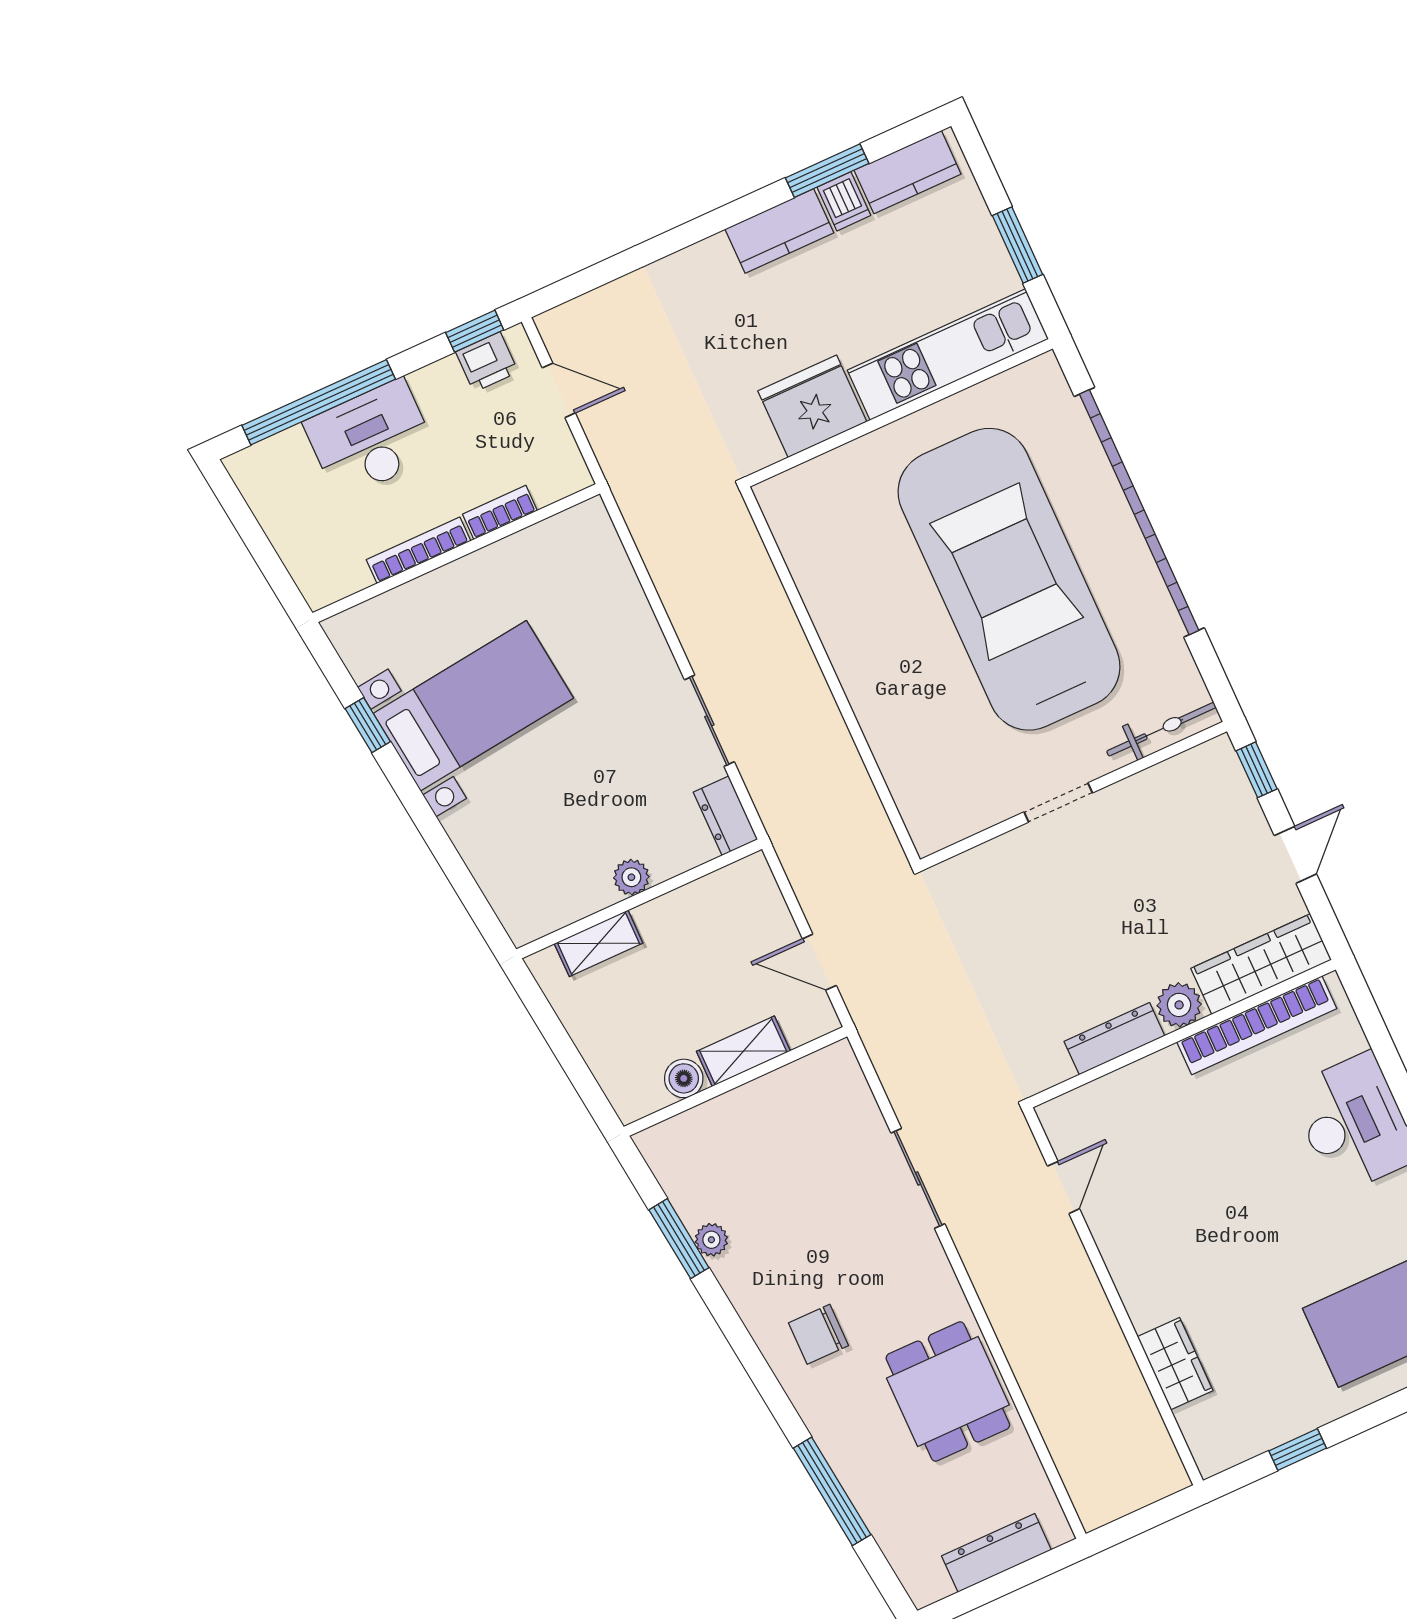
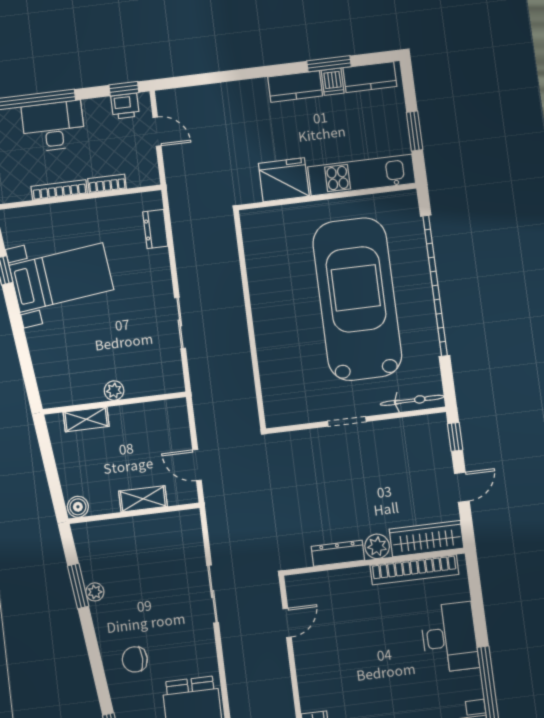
dresser: (725, 816) -> (155, 229), moved
boiler: (684, 1078) -> (78, 507), moved

